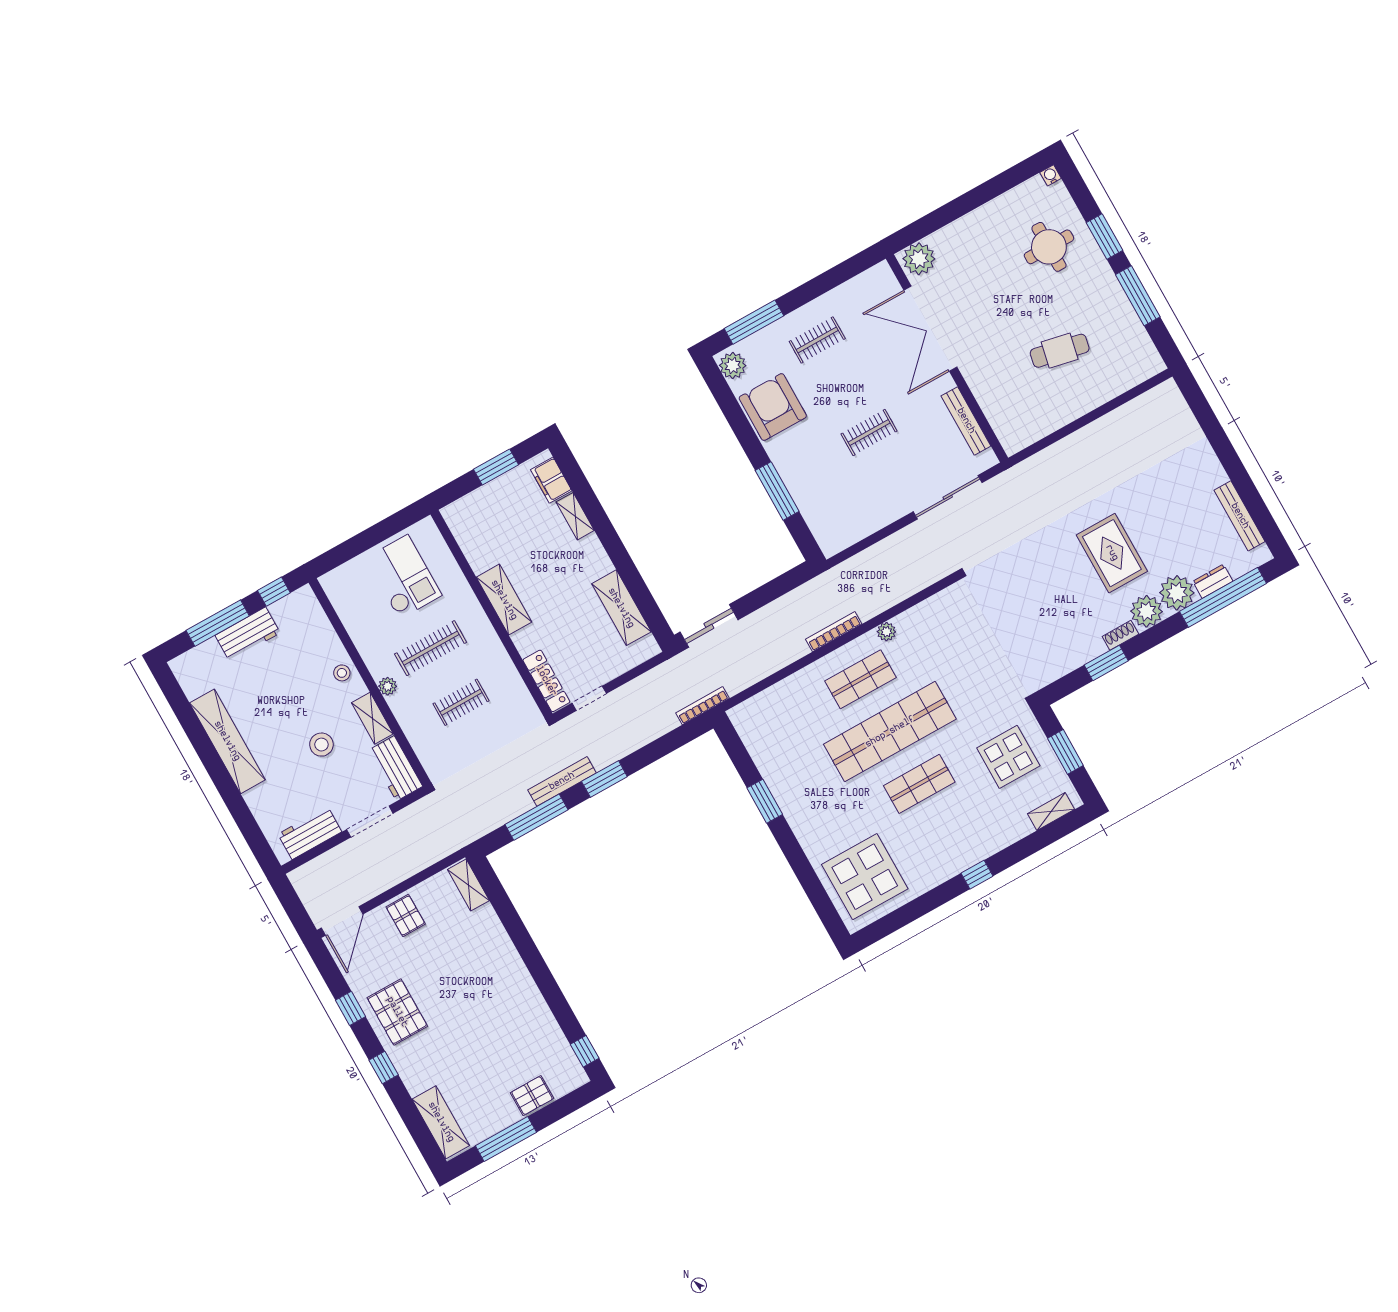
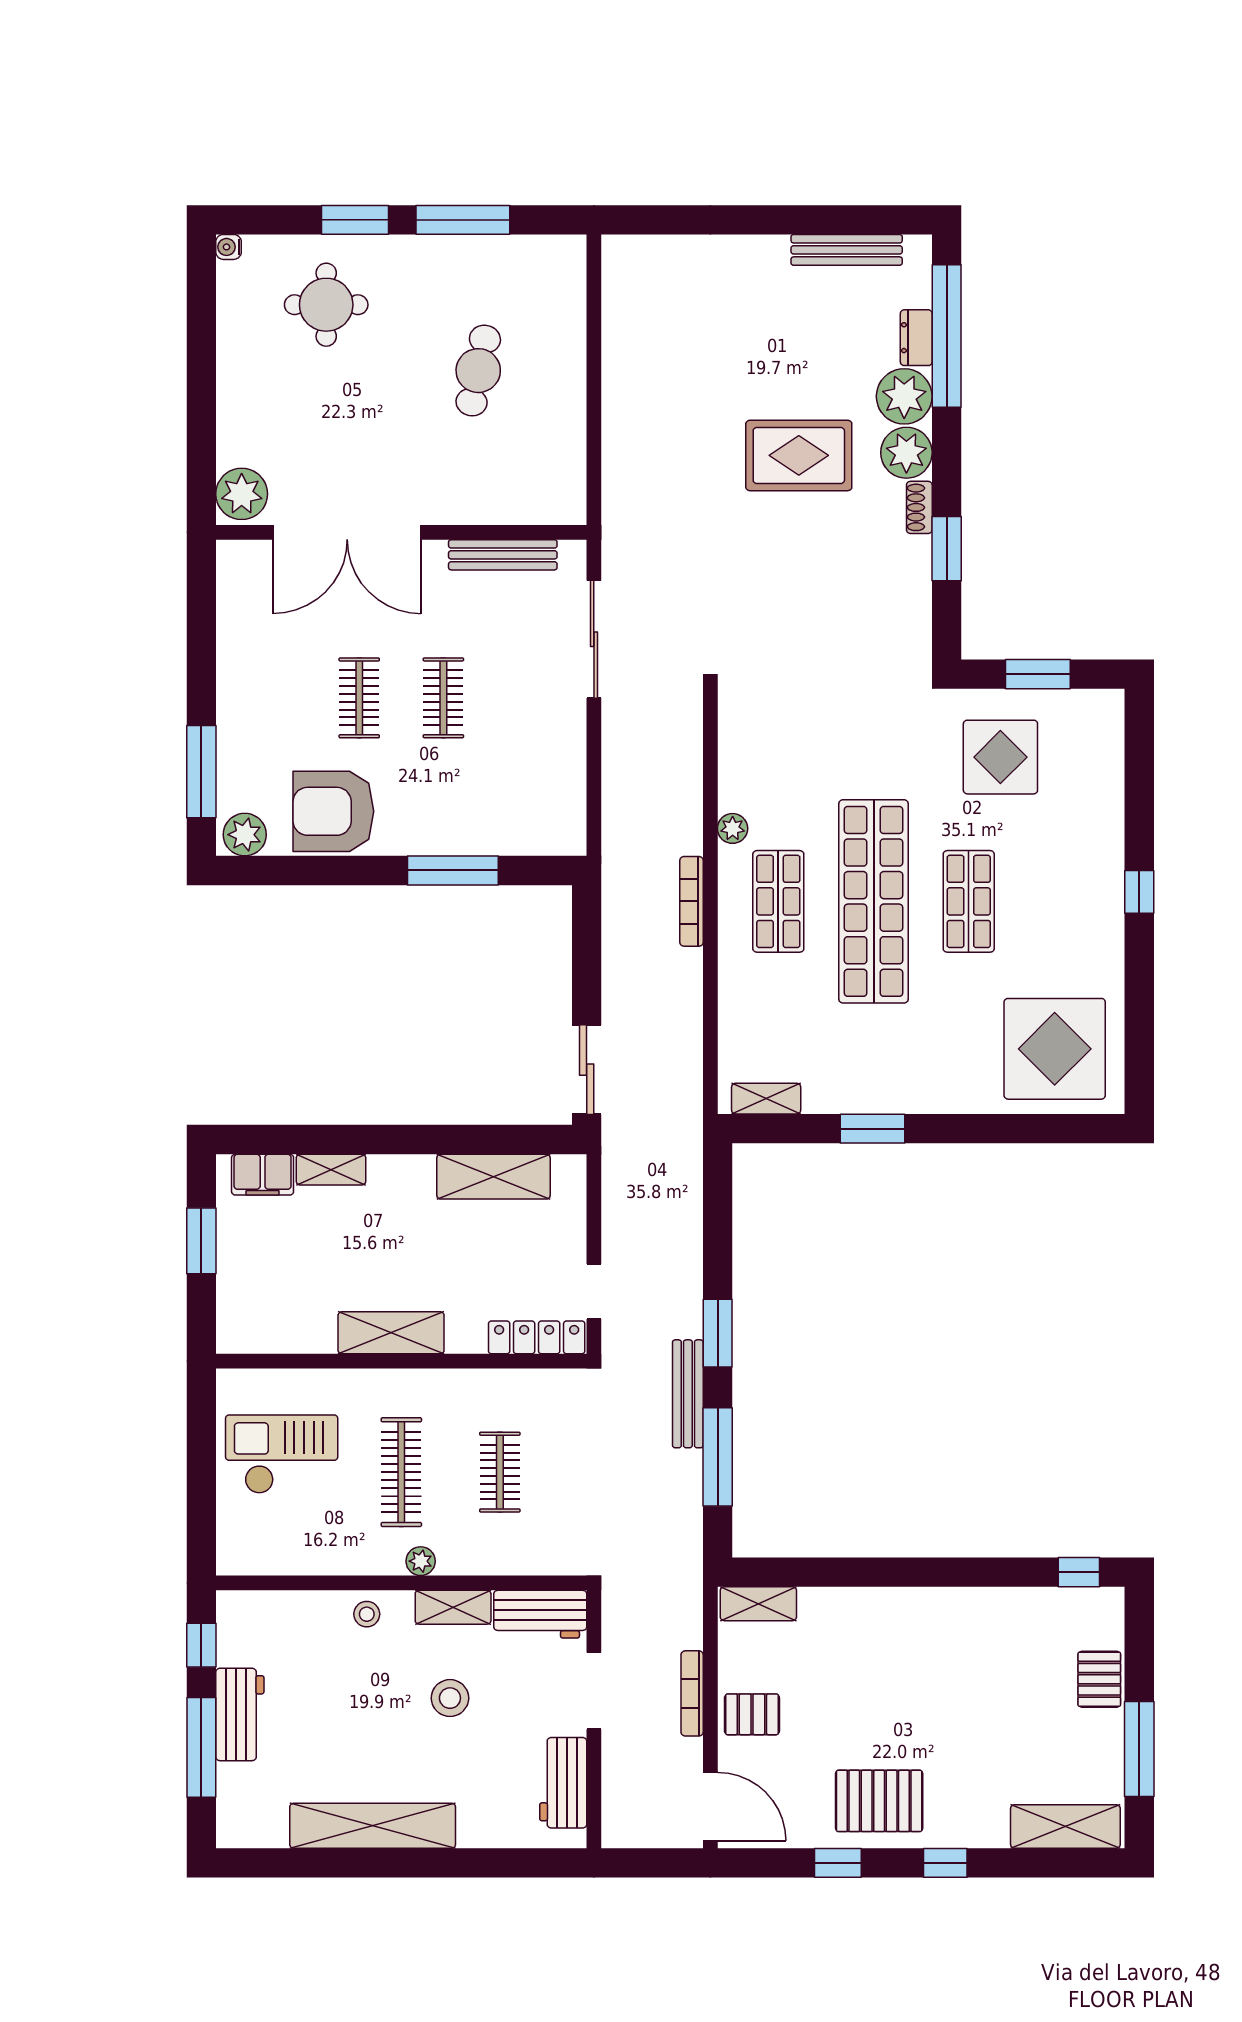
clothes rail: (817, 340) -> (359, 698), moved
bookcase: (703, 706) -> (692, 1693), moved
shelving: (1051, 811) -> (766, 1099), moved, turned 90

